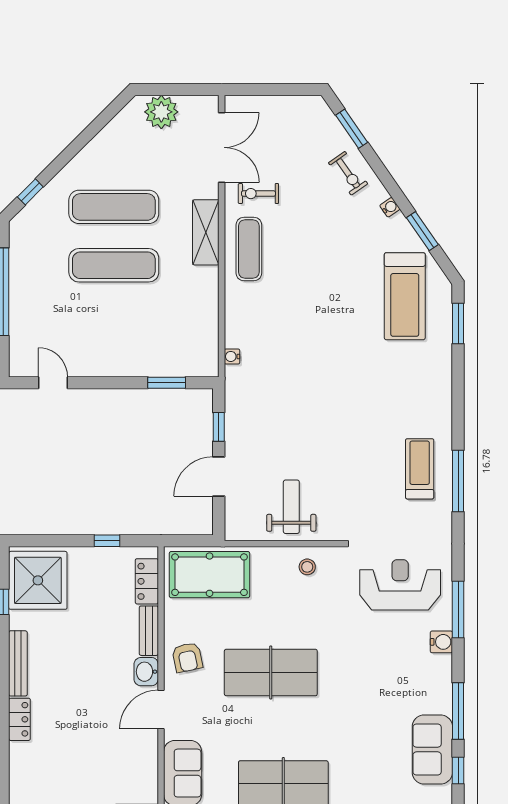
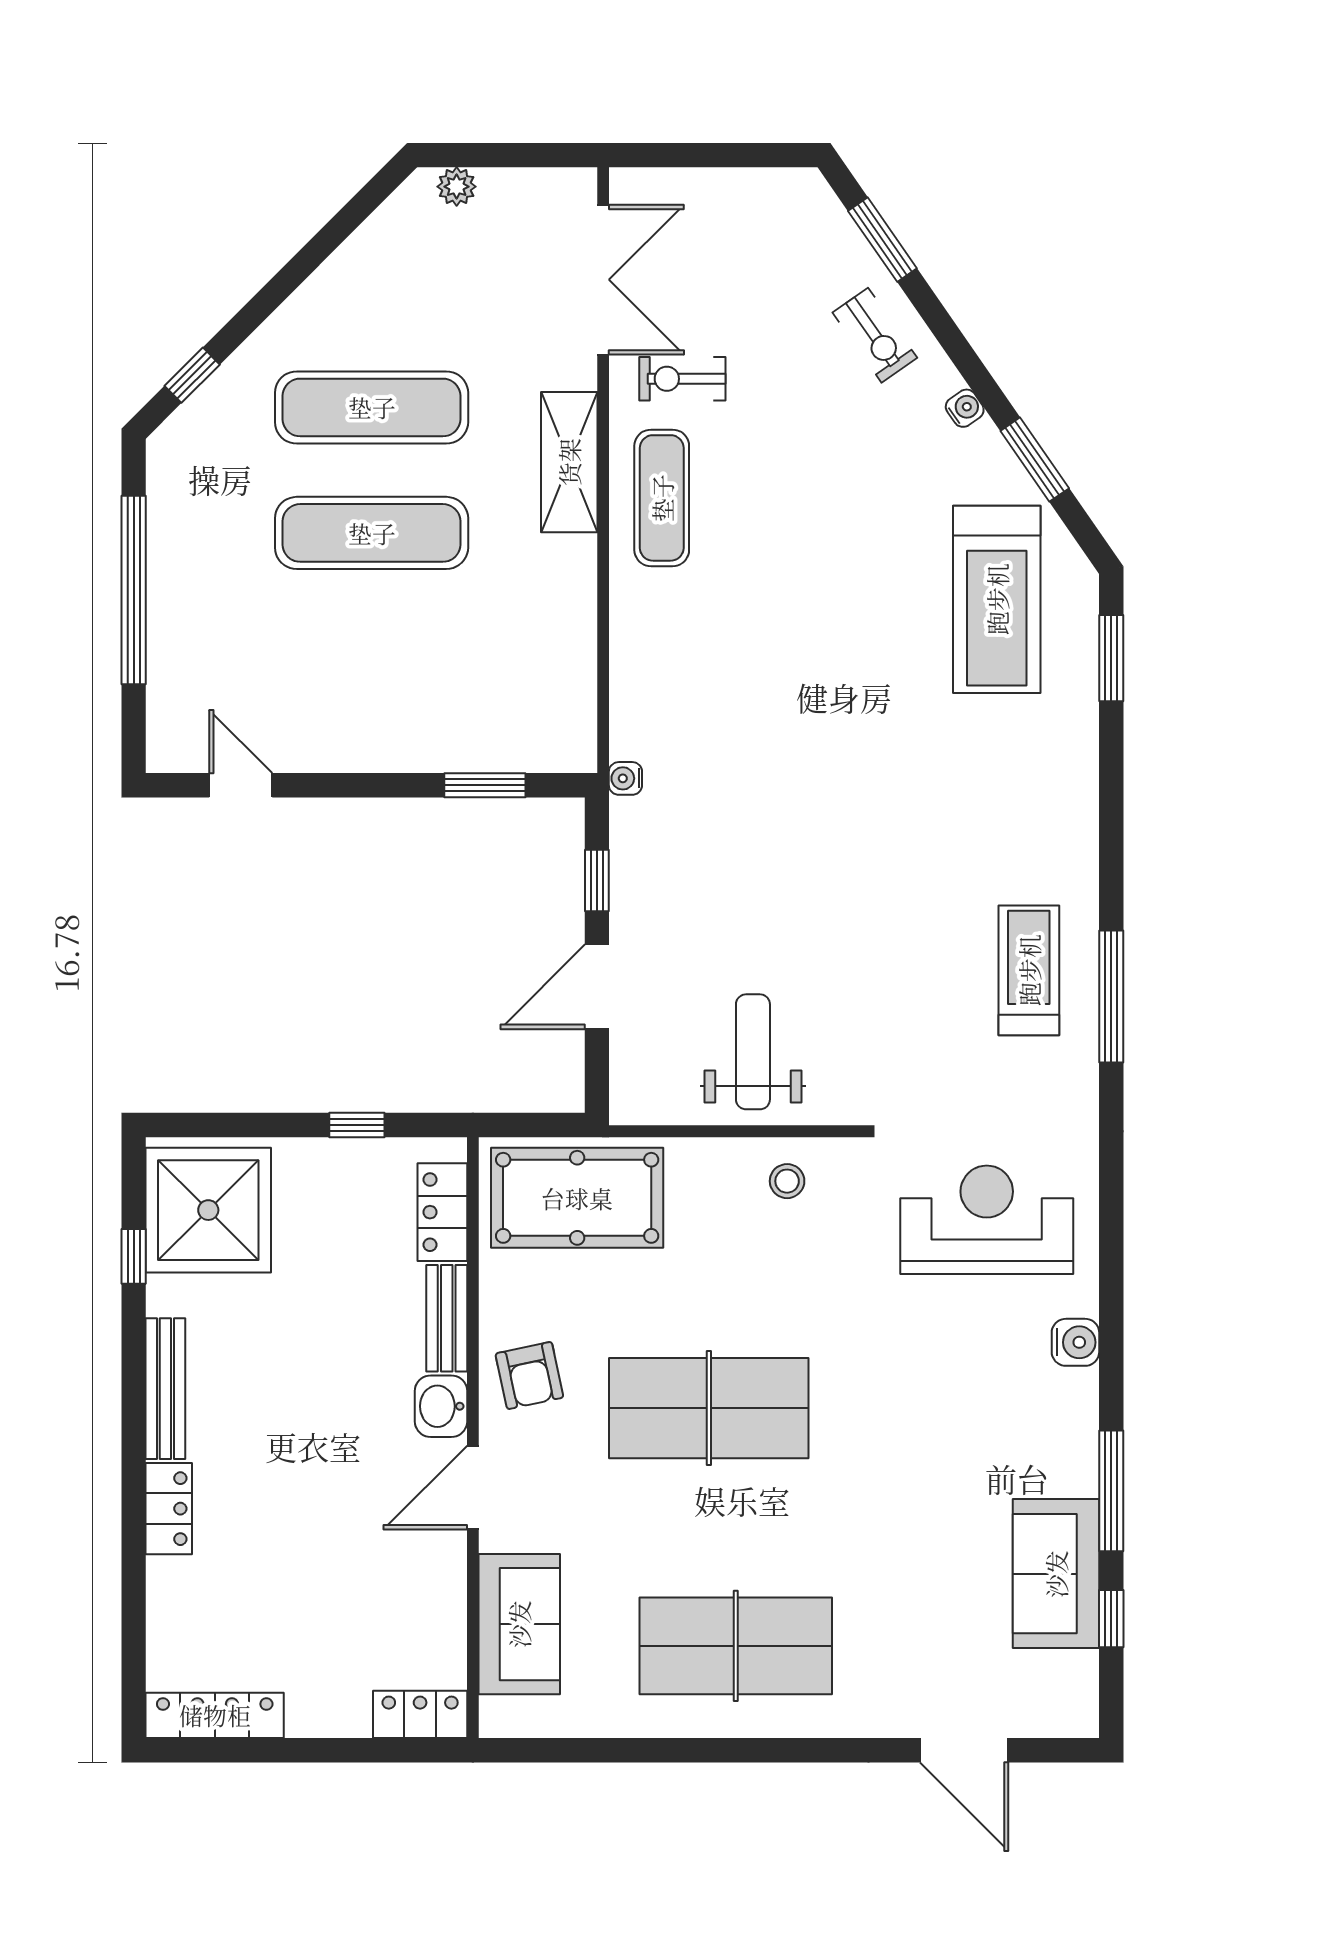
plant: (161, 112) -> (457, 187), width x0.53, depth x0.53
water cooler: (232, 356) -> (625, 778), moved
window: (458, 609) -> (1111, 1273), removed

